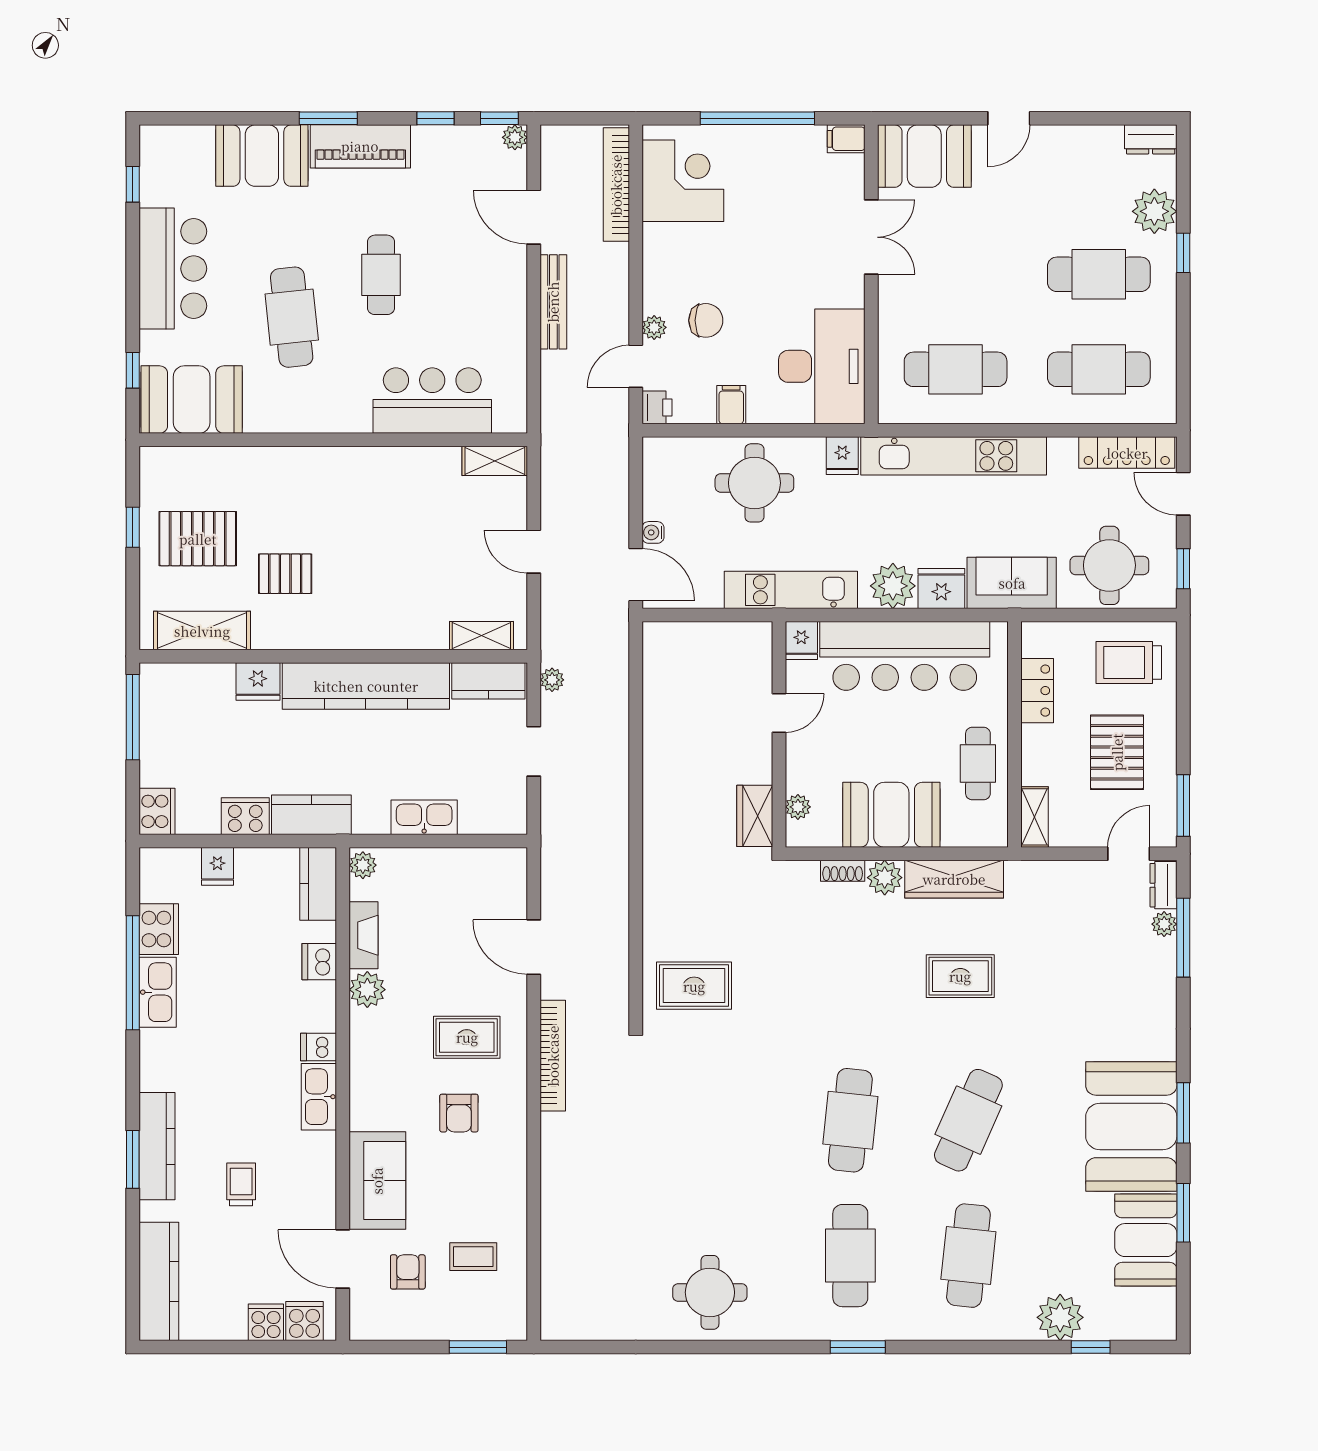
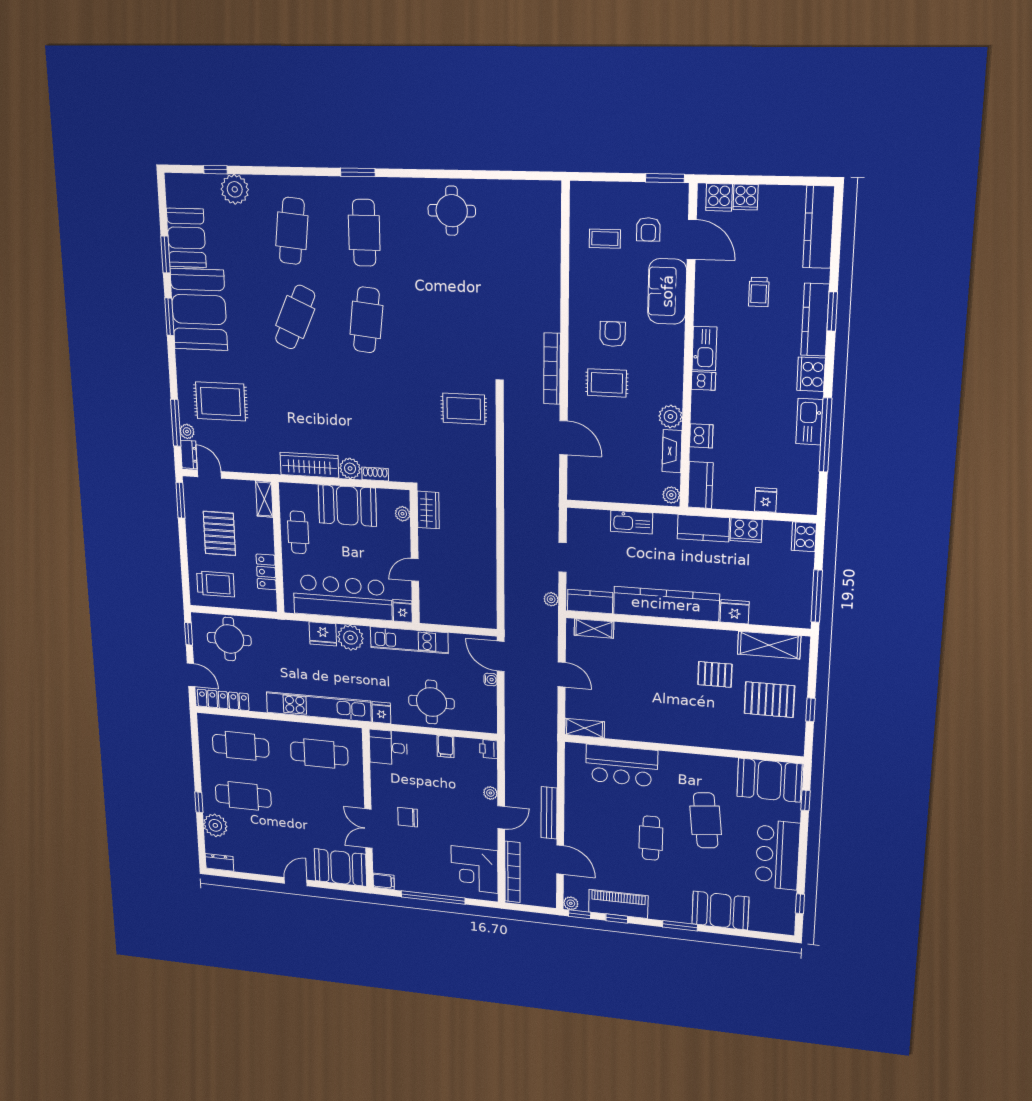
piano: (360, 146) -> (618, 904), moved
chair: (706, 320) -> (408, 817), moved
door: (636, 366) -> (501, 817), moved
desk: (822, 366) -> (388, 747), width x0.53, depth x0.77
sofa: (1012, 583) -> (283, 634), removed
door: (1129, 854) -> (209, 474), swing flipped
cooker: (159, 929) -> (811, 374), moved
rug: (960, 976) -> (221, 401), moved, width x1.36, depth x1.43
window: (478, 1347) -> (665, 178), moved

